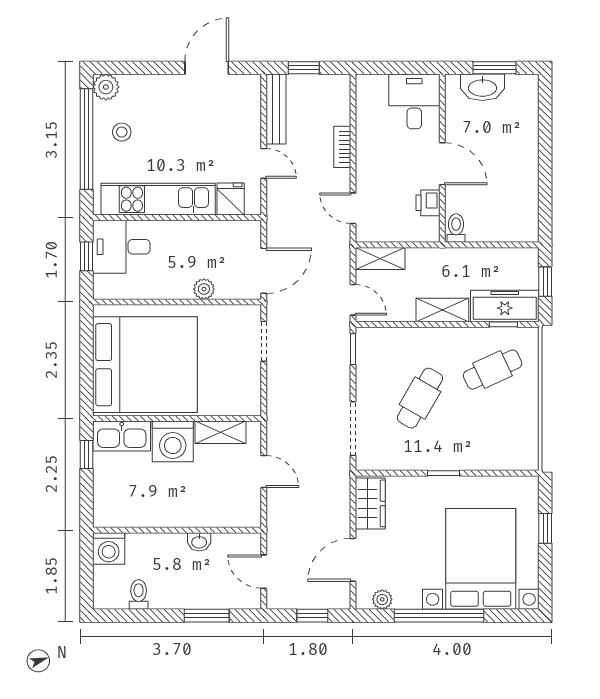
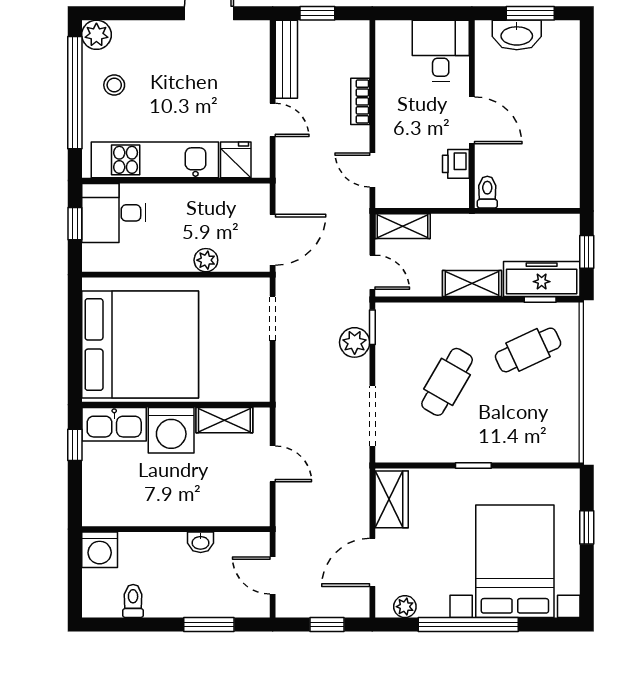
plant: (337, 363) -> (355, 342), added

